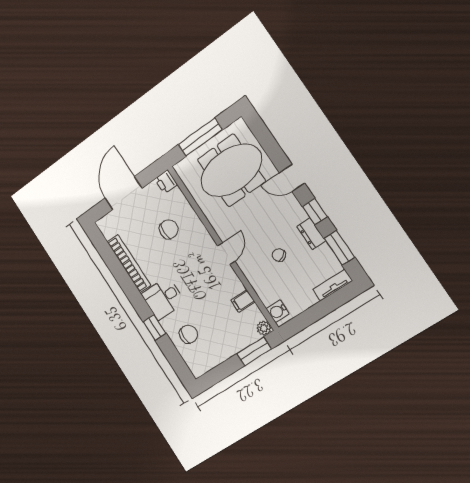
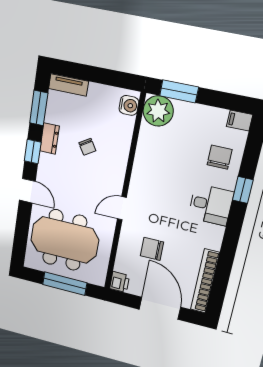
door: (123, 193) -> (160, 308), swing flipped
door: (226, 253) -> (122, 208), moved
bookcase: (129, 264) -> (205, 281), moved
filing cabinet: (243, 301) -> (240, 121), moved, turned 180
plant: (264, 328) -> (158, 111), width x1.87, depth x1.87
chair: (188, 334) -> (220, 157), turned 90

